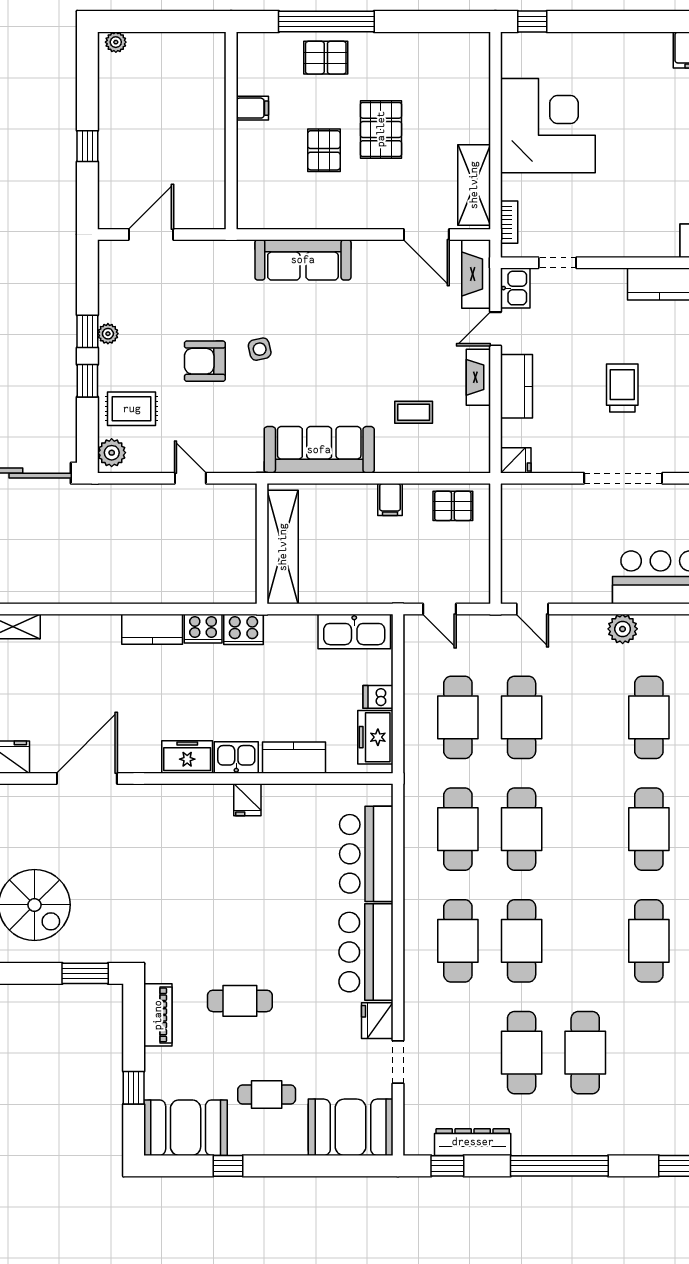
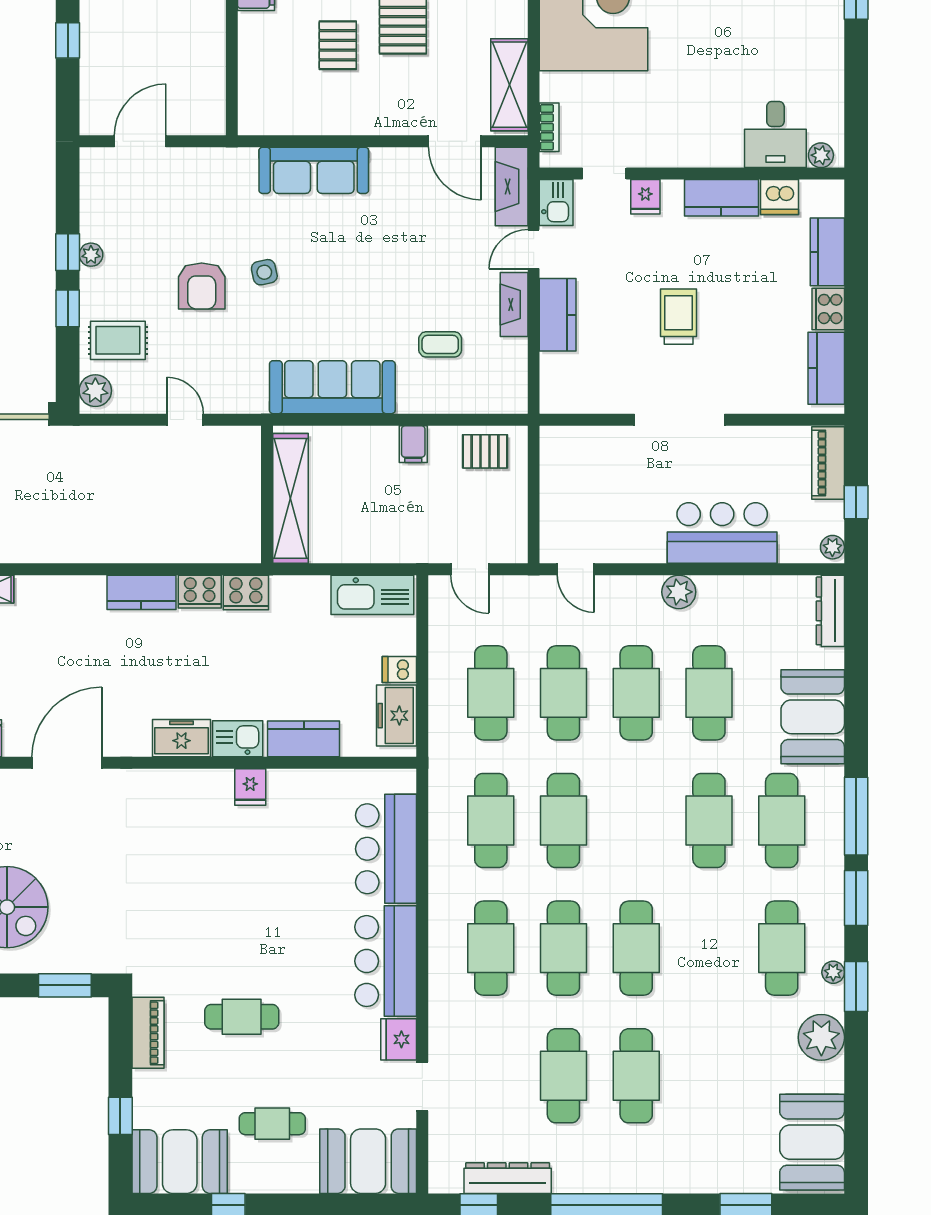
armchair: (205, 361) -> (202, 286), turned -90
fridge: (516, 460) -> (645, 197), moved, turned 90
cafe table: (585, 717) -> (636, 693), added
cafe table: (649, 941) -> (636, 948), moved

